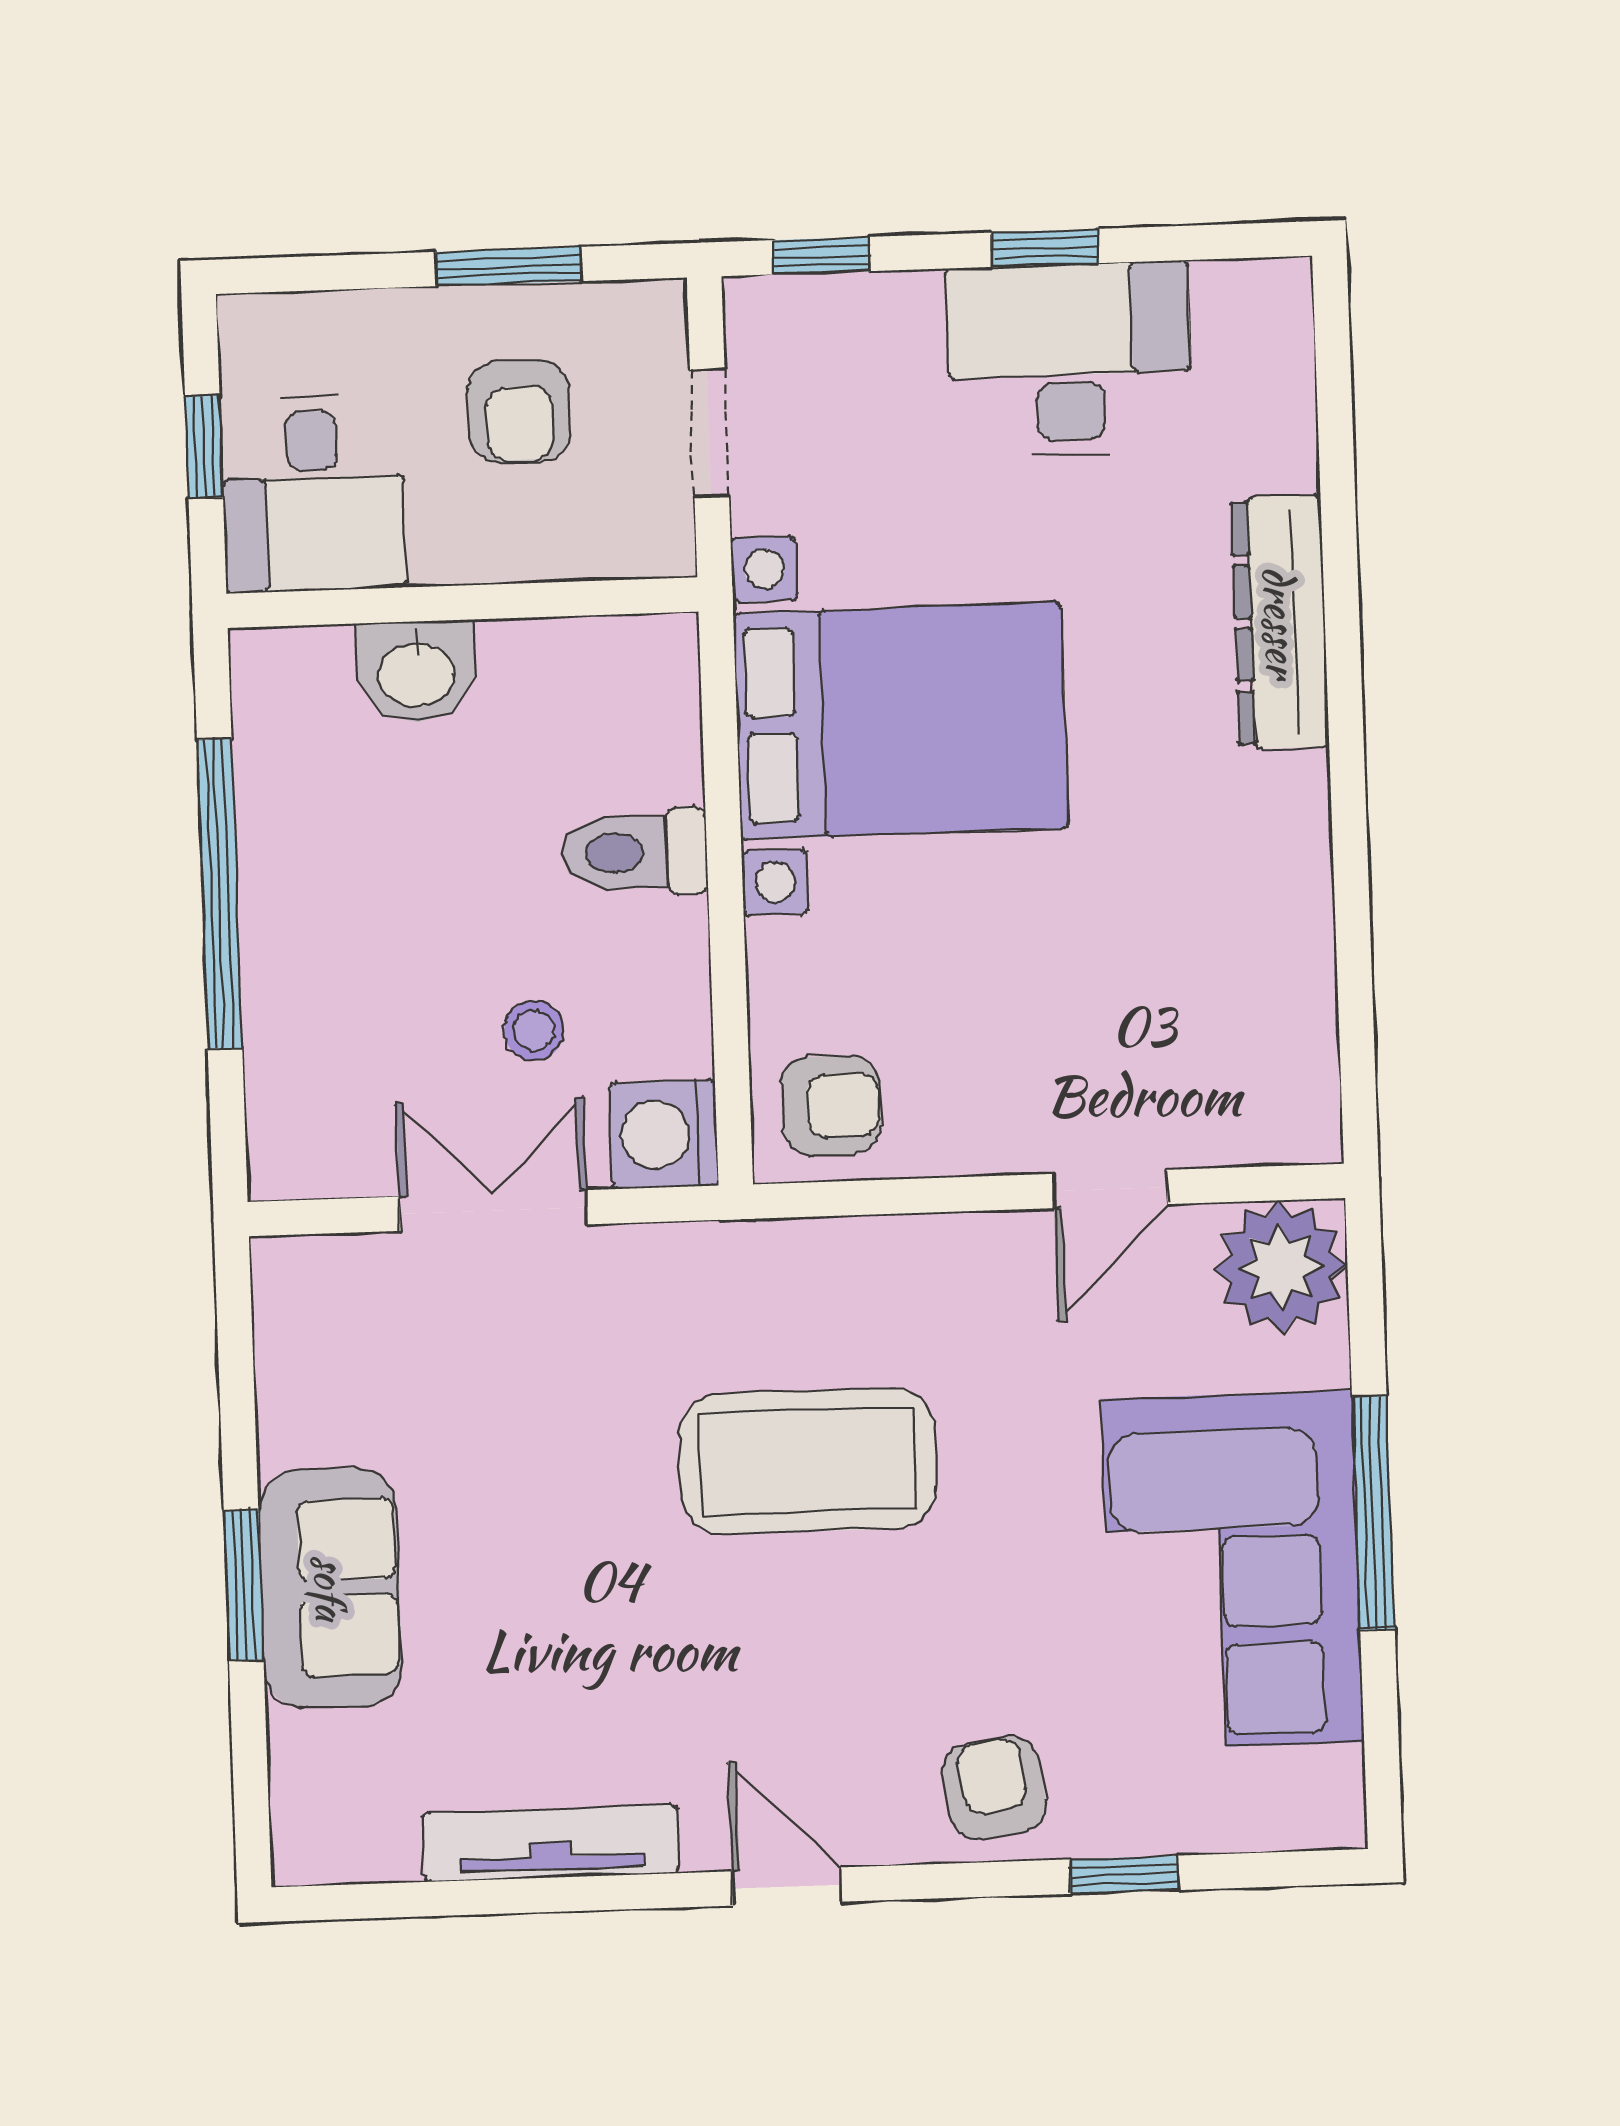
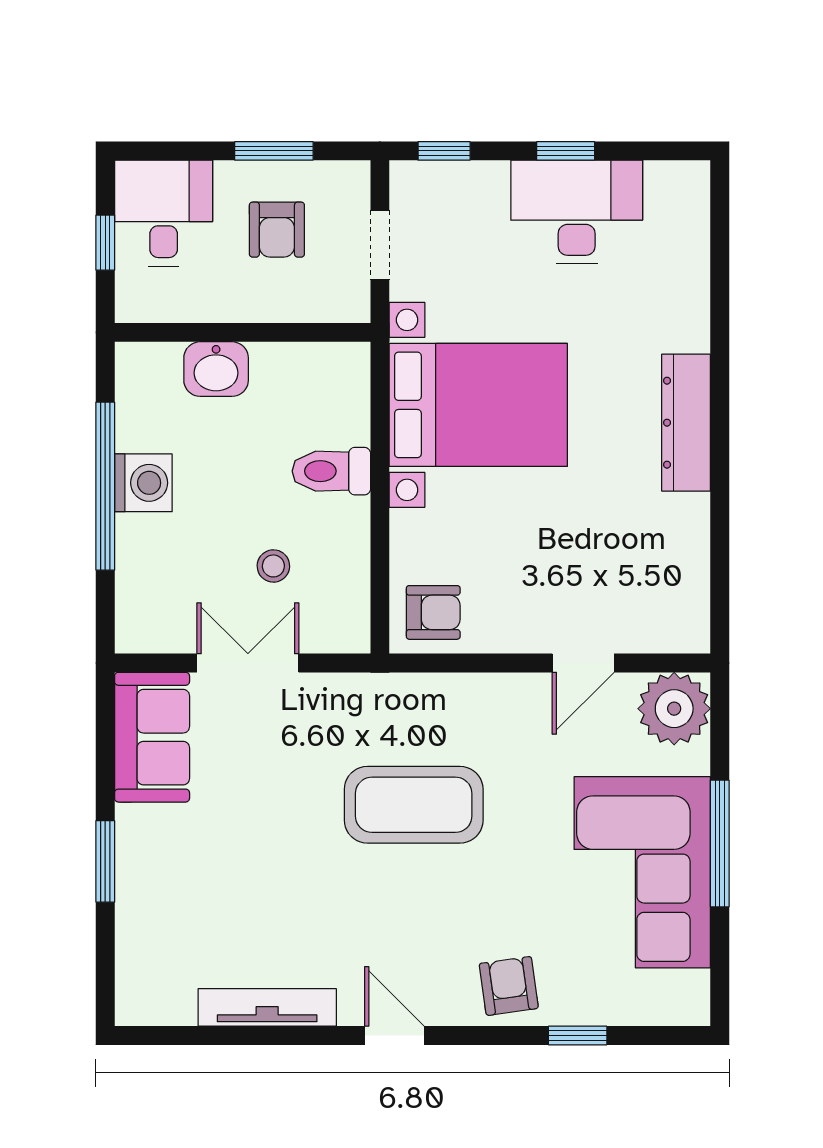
desk: (313, 493) -> (164, 213), moved, turned 180
dresser: (1280, 622) -> (686, 423), moved
washing machine: (664, 1134) -> (143, 483), moved, turned 180
sofa: (330, 1588) -> (152, 737), moved

